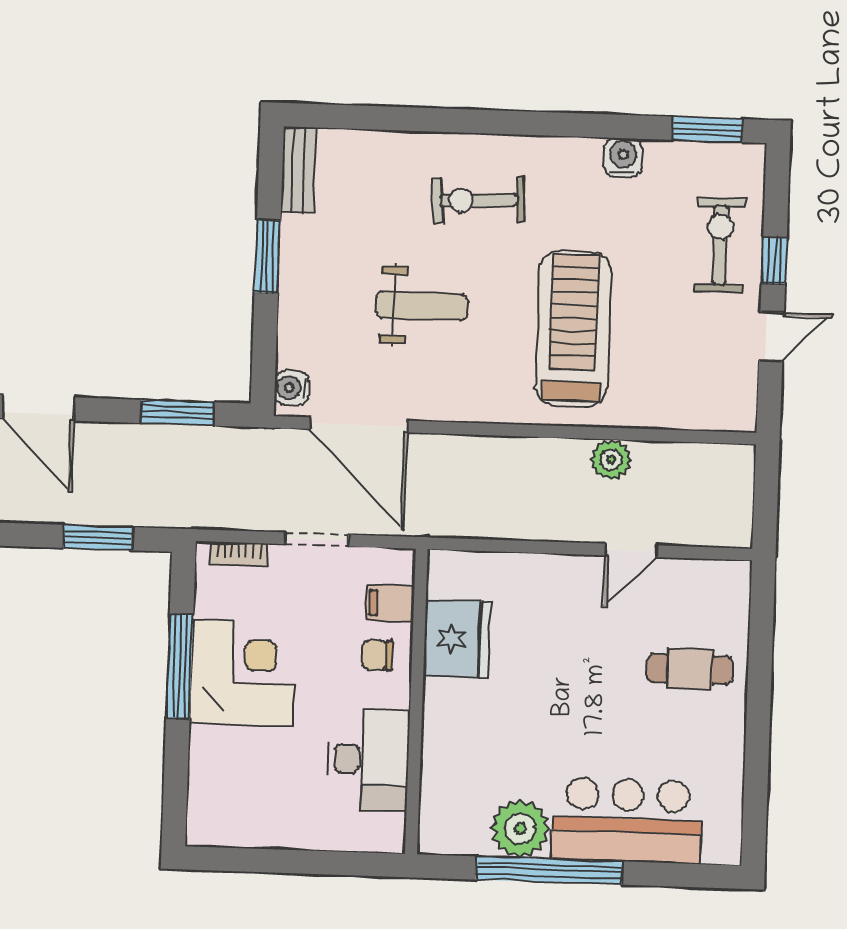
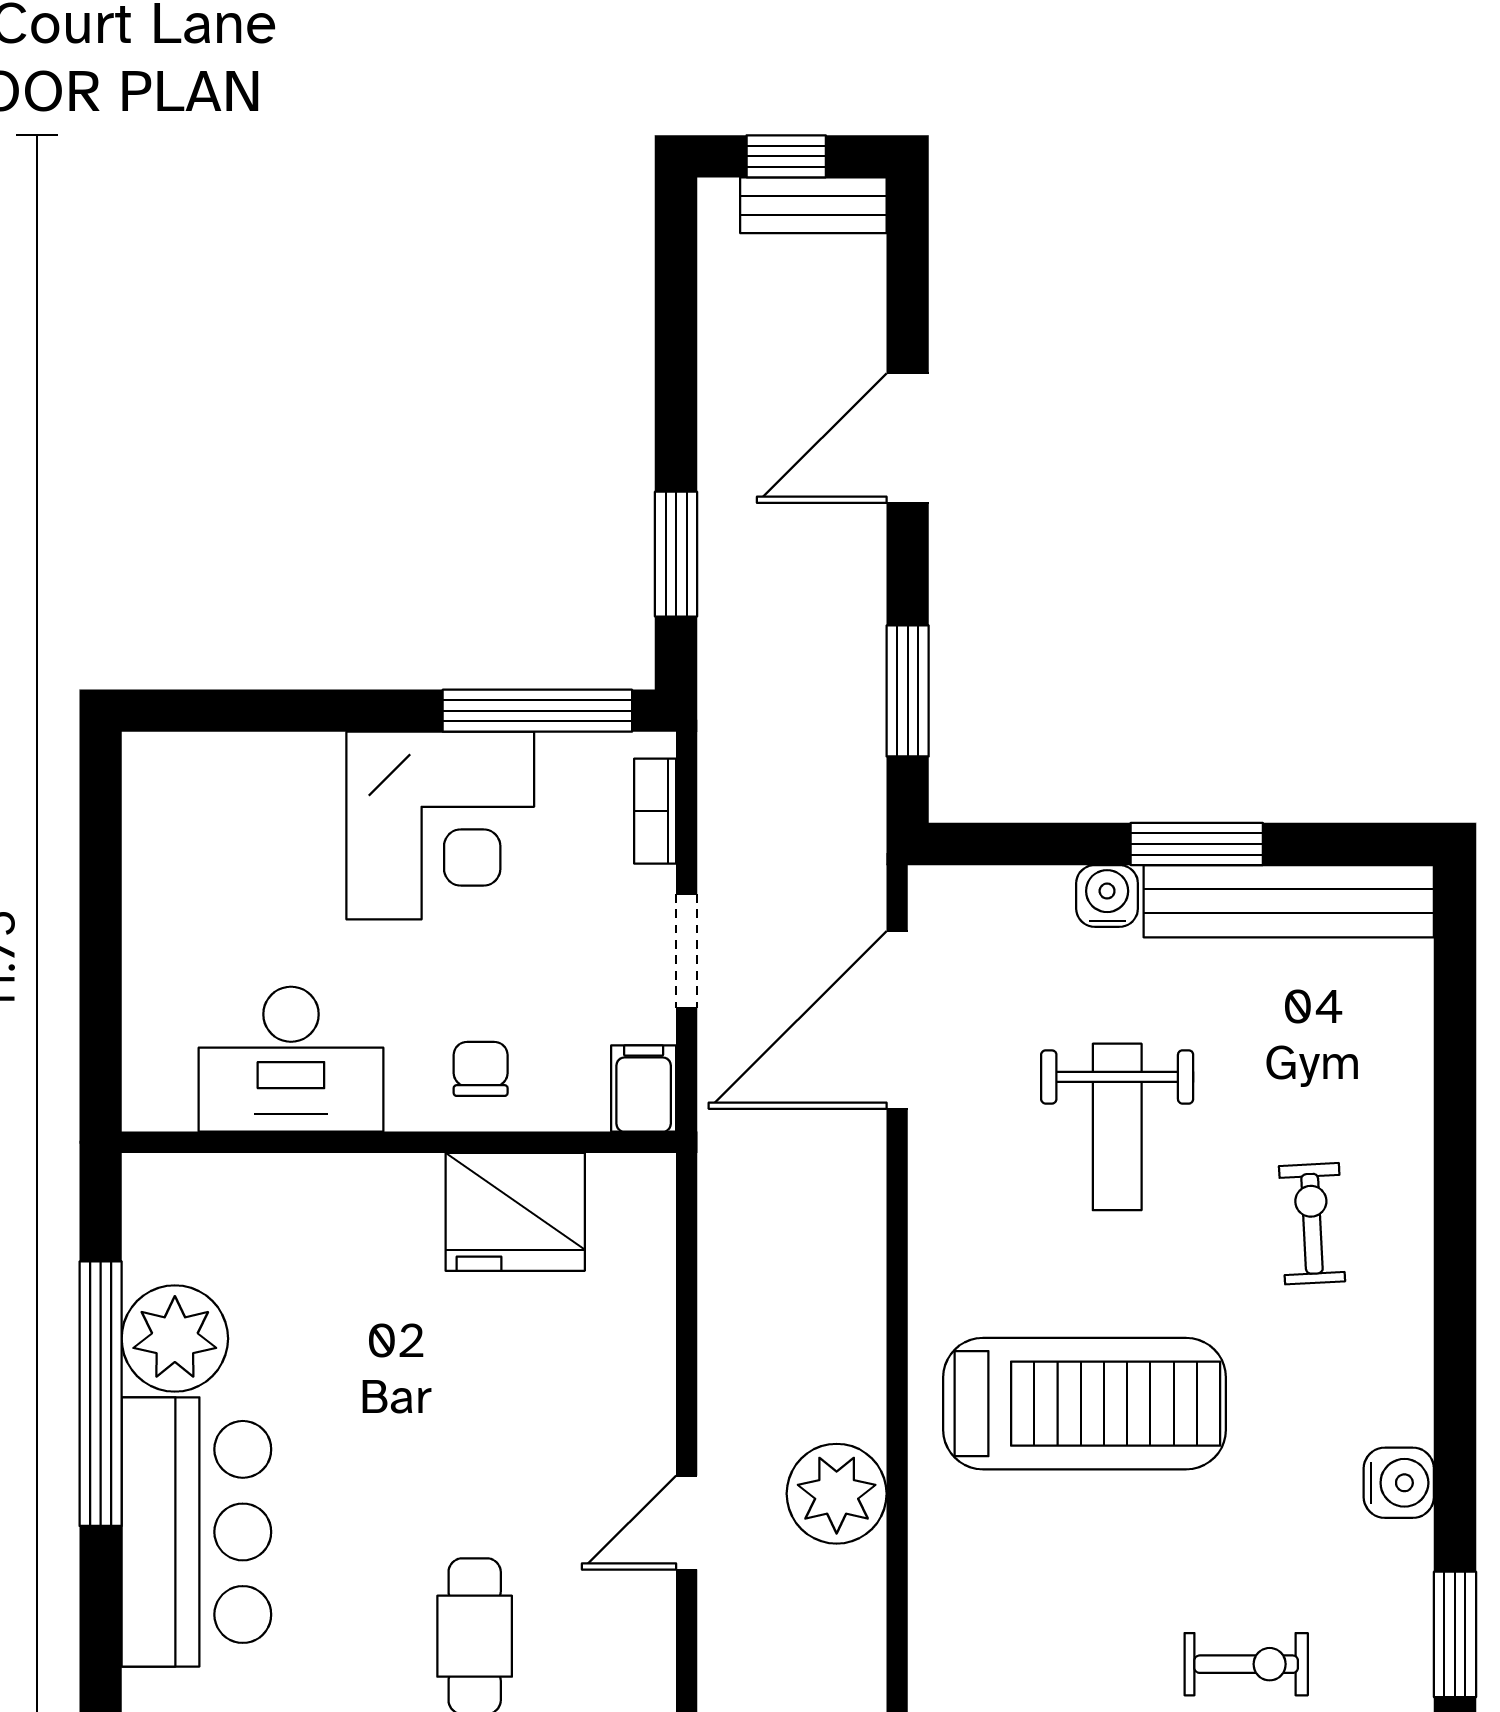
bench: (298, 170) -> (1289, 901), width x1.86, depth x1.21
exercise bike: (479, 200) -> (1312, 1224), width x0.73, depth x0.72
exercise bike: (720, 245) -> (1246, 1664), width x0.73, depth x0.72
water cooler: (292, 388) -> (1107, 896), moved
plant: (611, 460) -> (837, 1494), width x1.36, depth x1.36
door: (631, 550) -> (687, 1523), hinge flipped
filing cabinet: (390, 603) -> (644, 1089), moved
window: (180, 666) -> (537, 711), moved

